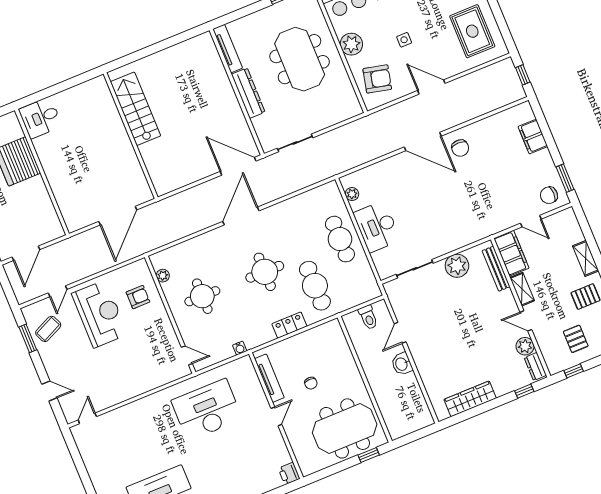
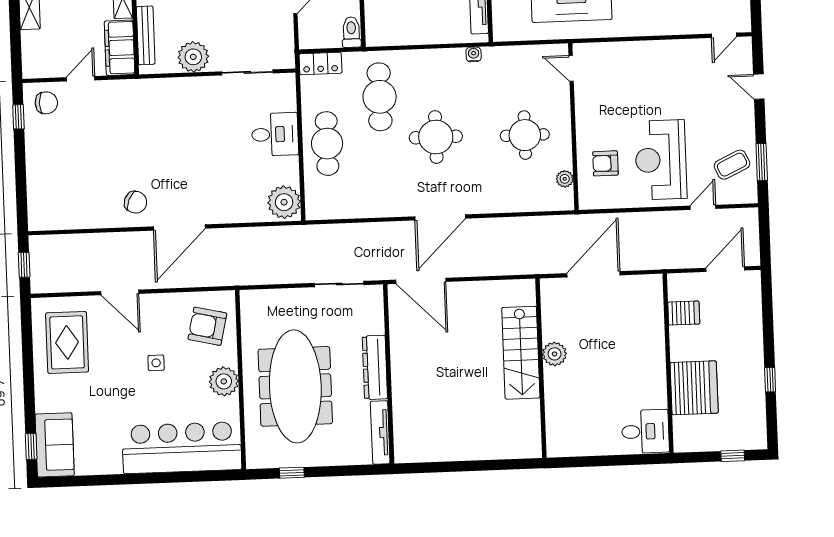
meeting table: (300, 59) -> (295, 386), width x1.36
door: (431, 87) -> (120, 292), moved
stairs: (135, 109) -> (521, 353), moved
filing cabinet: (533, 136) -> (40, 183), removed
door: (423, 141) -> (179, 227), swing flipped
chair: (460, 148) -> (136, 202), turned 113
plant: (125, 149) -> (555, 354), added
window: (565, 178) -> (18, 117), width x0.67
plant: (352, 194) -> (284, 202), width x1.87, depth x1.87
server rack: (44, 211) -> (684, 313), added
door: (531, 221) -> (81, 79), hinge flipped
desk: (377, 227) -> (275, 134), width x0.73
toilet: (368, 317) -> (351, 32), moved
locker: (289, 325) -> (320, 63), moved
water cooler: (240, 348) -> (474, 54), moved

